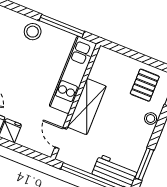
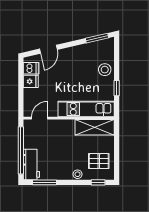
window: (62, 26) -> (117, 88), width x0.46
shelving: (87, 107) -> (95, 127), moved

